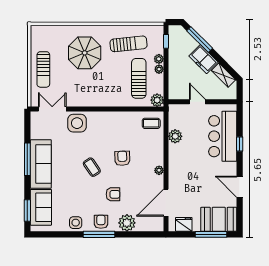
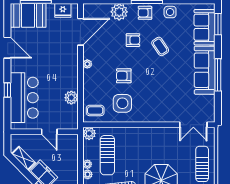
side table: (77, 123) -> (122, 103), moved
armchair: (122, 158) -> (124, 76), turned 92
coffee table: (92, 167) -> (160, 46), moved
armchair: (113, 194) -> (133, 40), turned 180
armchair: (101, 222) -> (145, 13), turned 90

